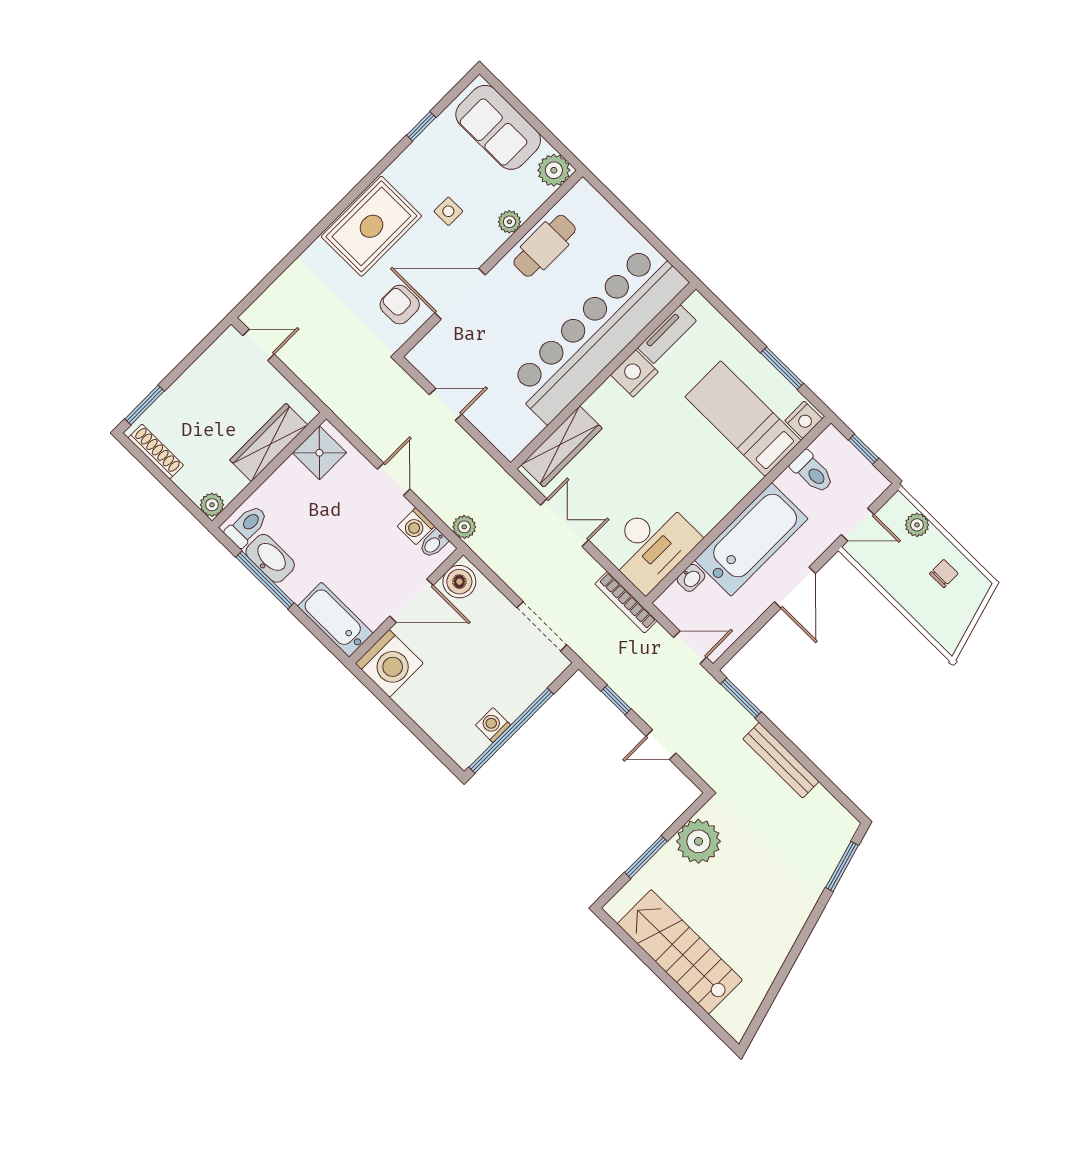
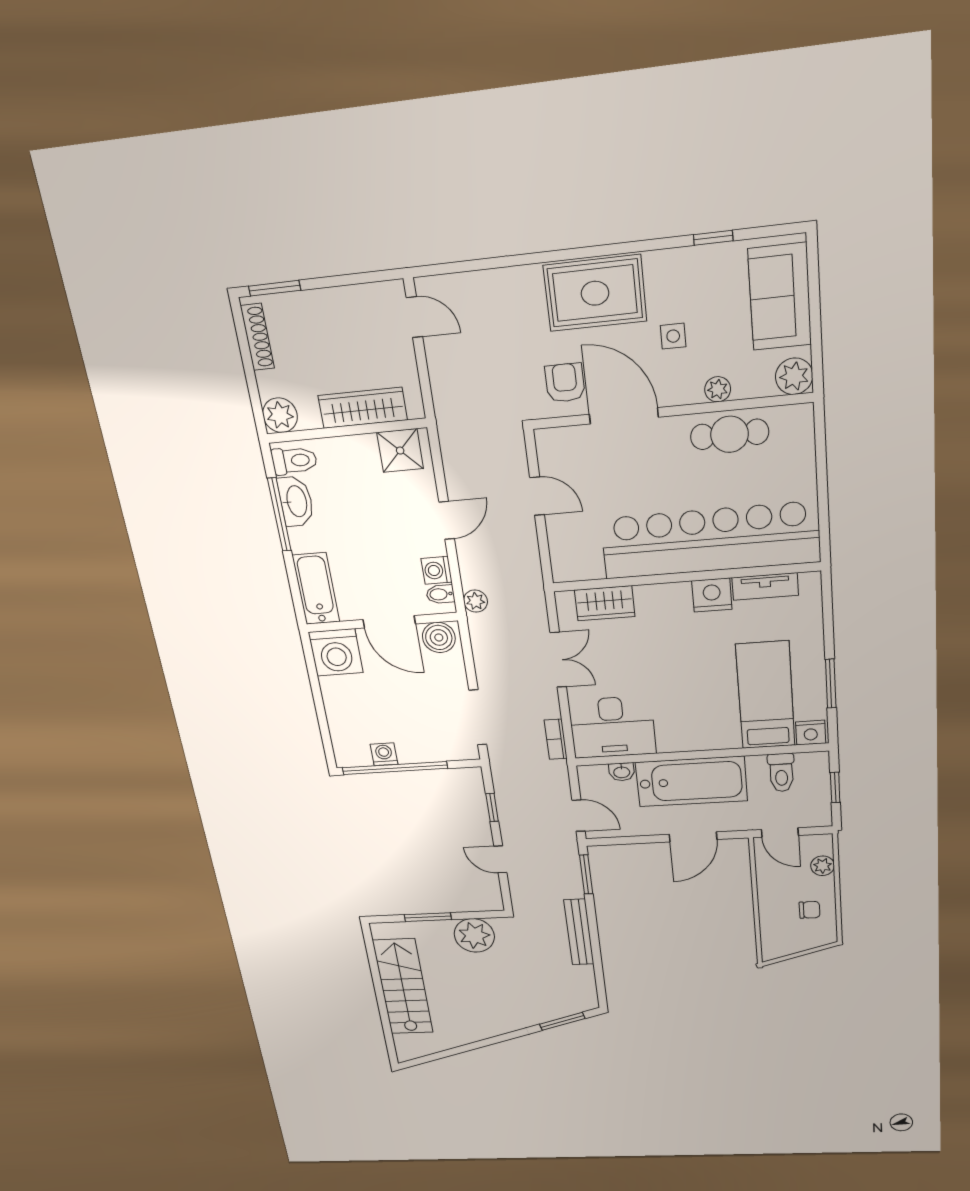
wardrobe: (562, 446) -> (605, 603), width x0.67
plant: (212, 505) -> (280, 415), width x1.38, depth x1.38
bookcase: (626, 602) -> (556, 739), width x0.64

